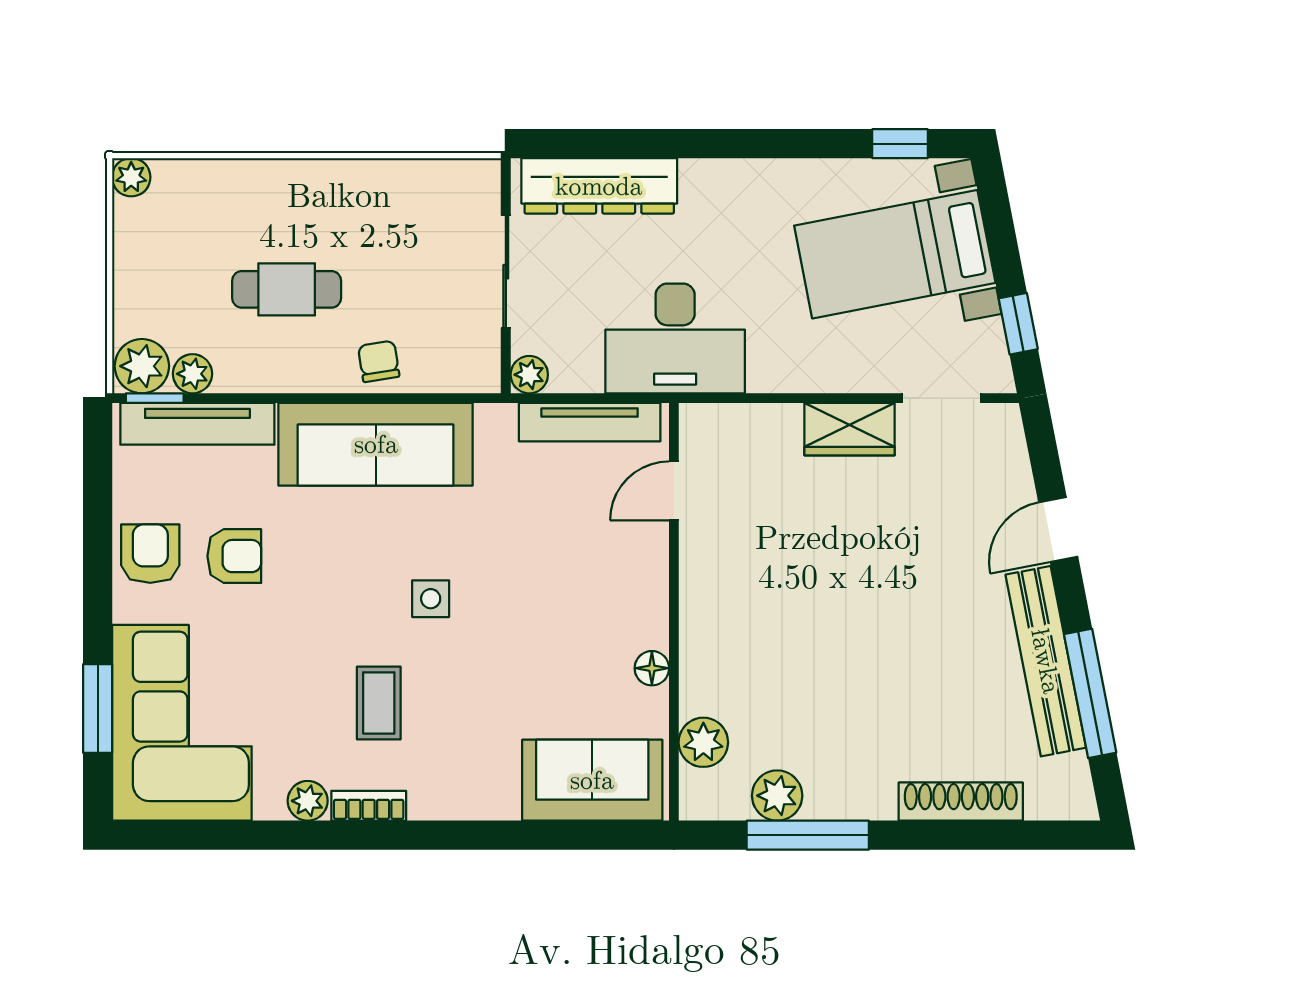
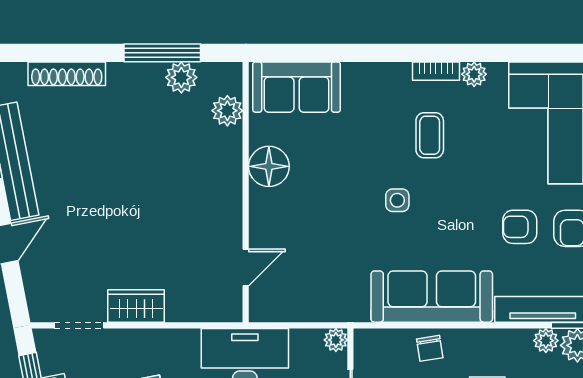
tv unit: (590, 422) -> (298, 310), removed
floor lamp: (652, 668) -> (269, 166), width x1.89, depth x1.89

